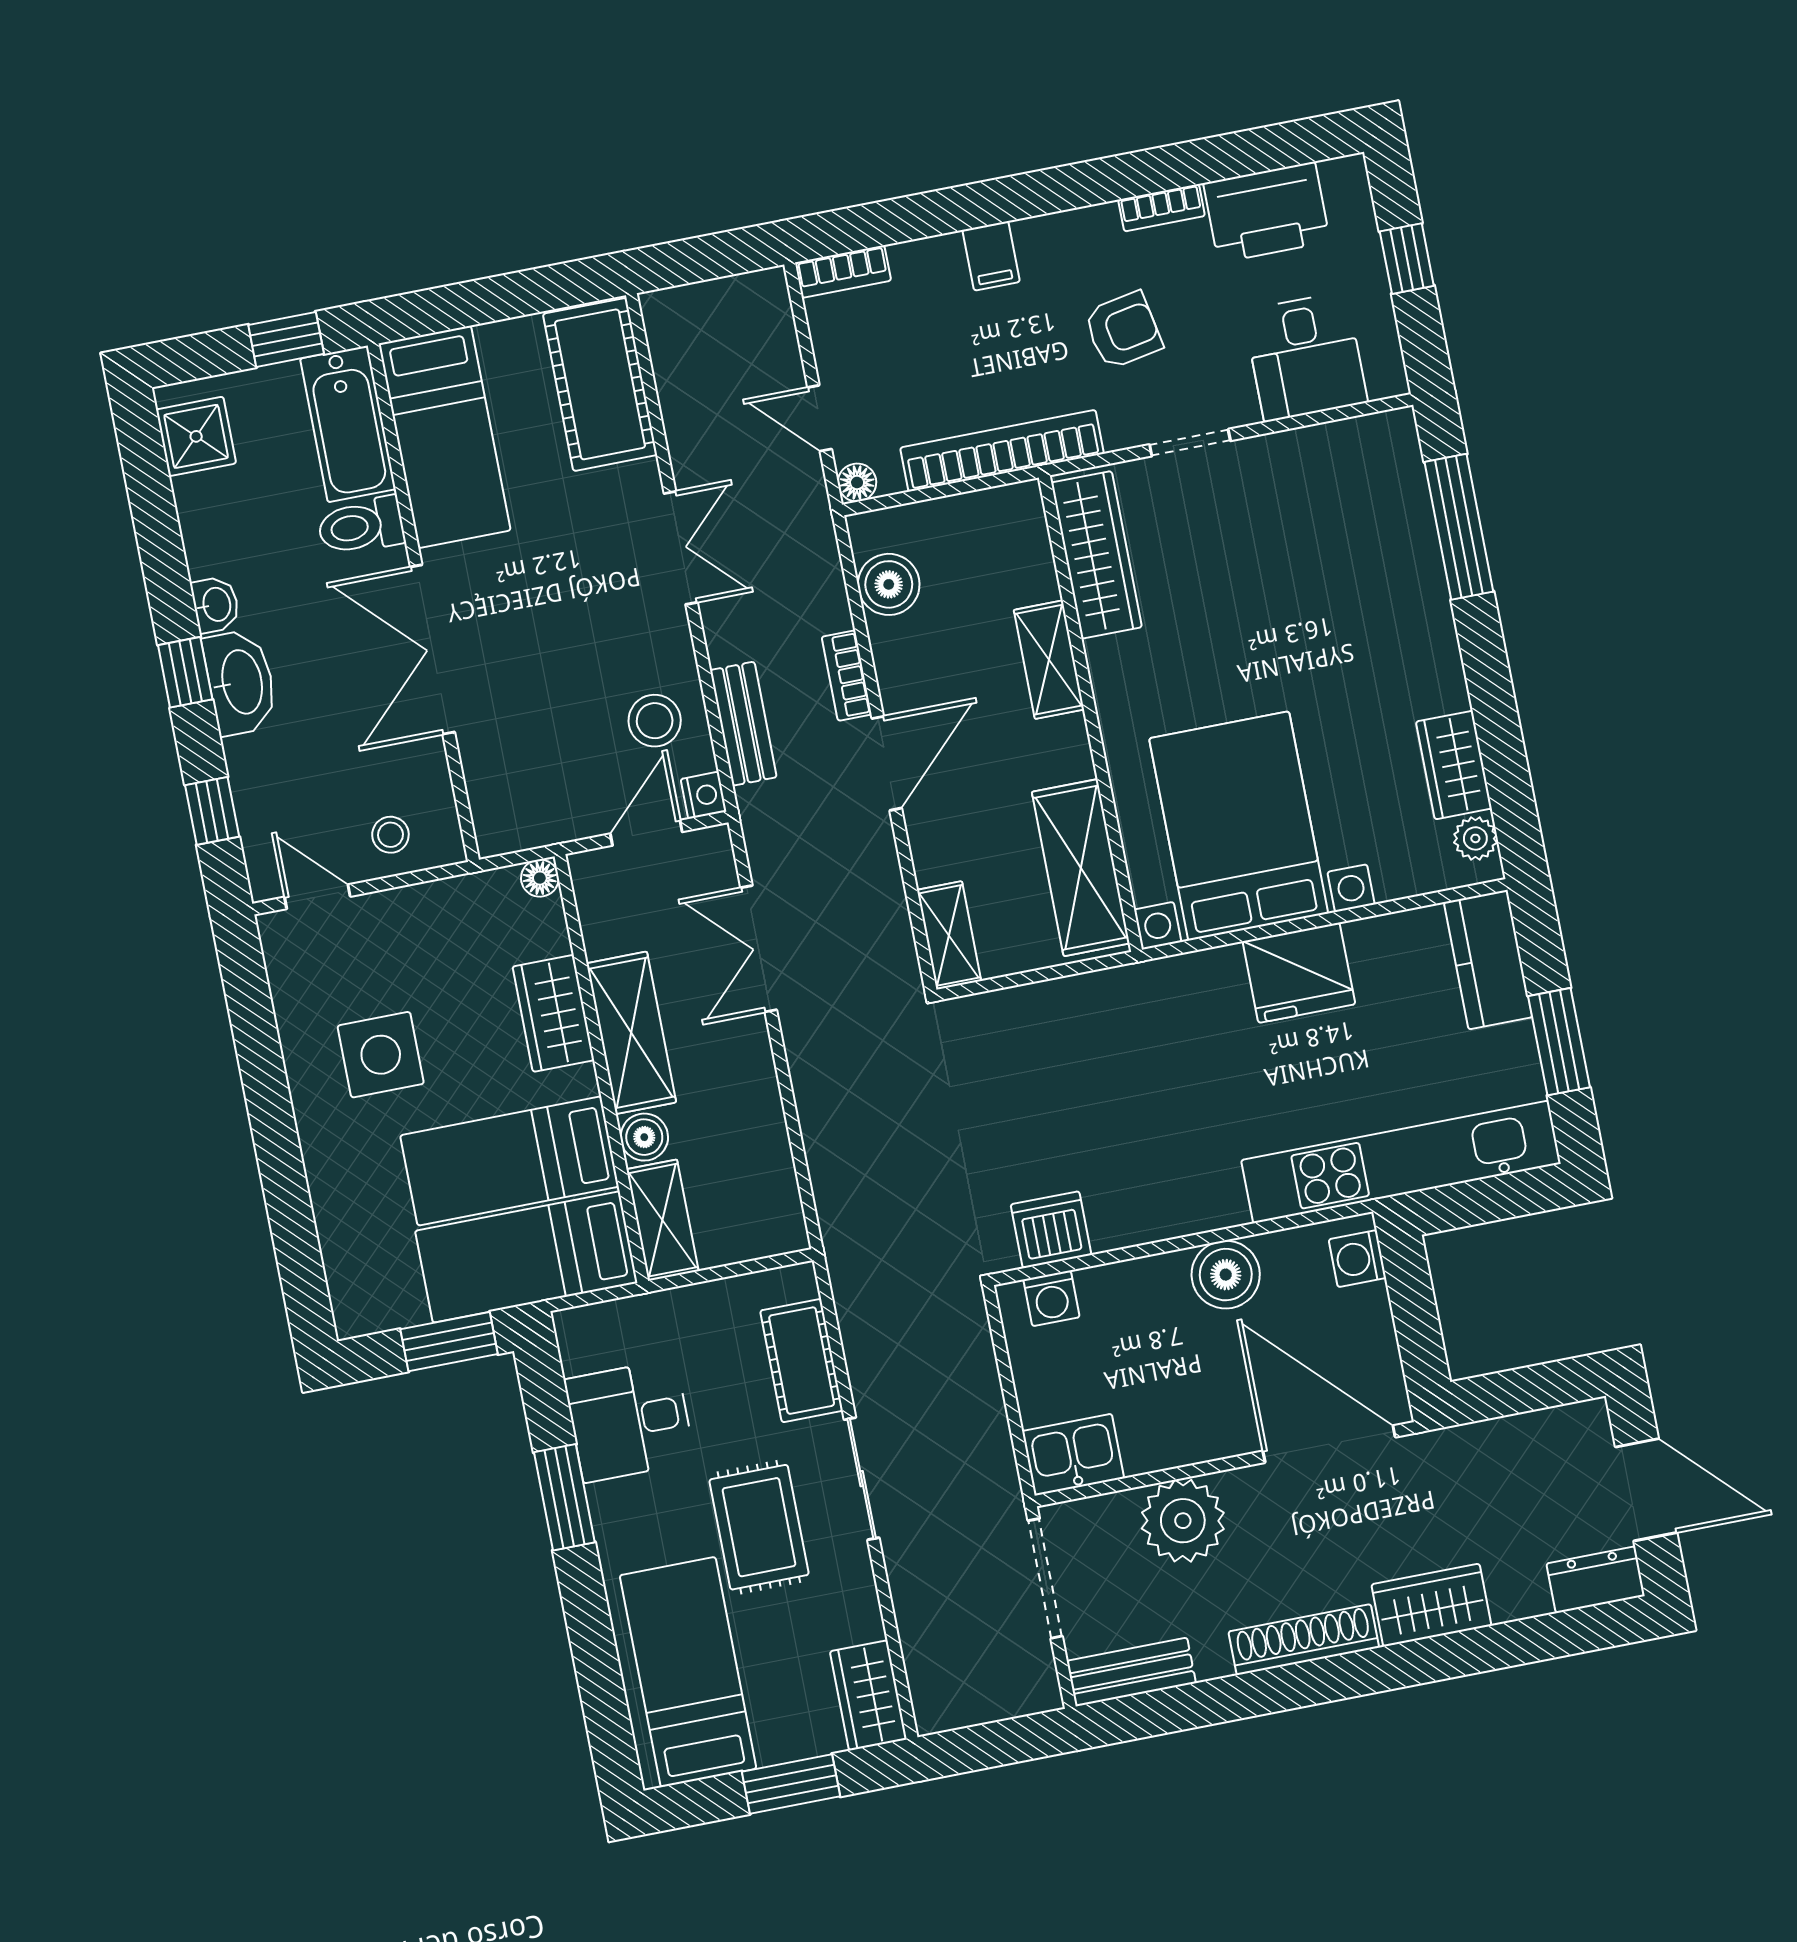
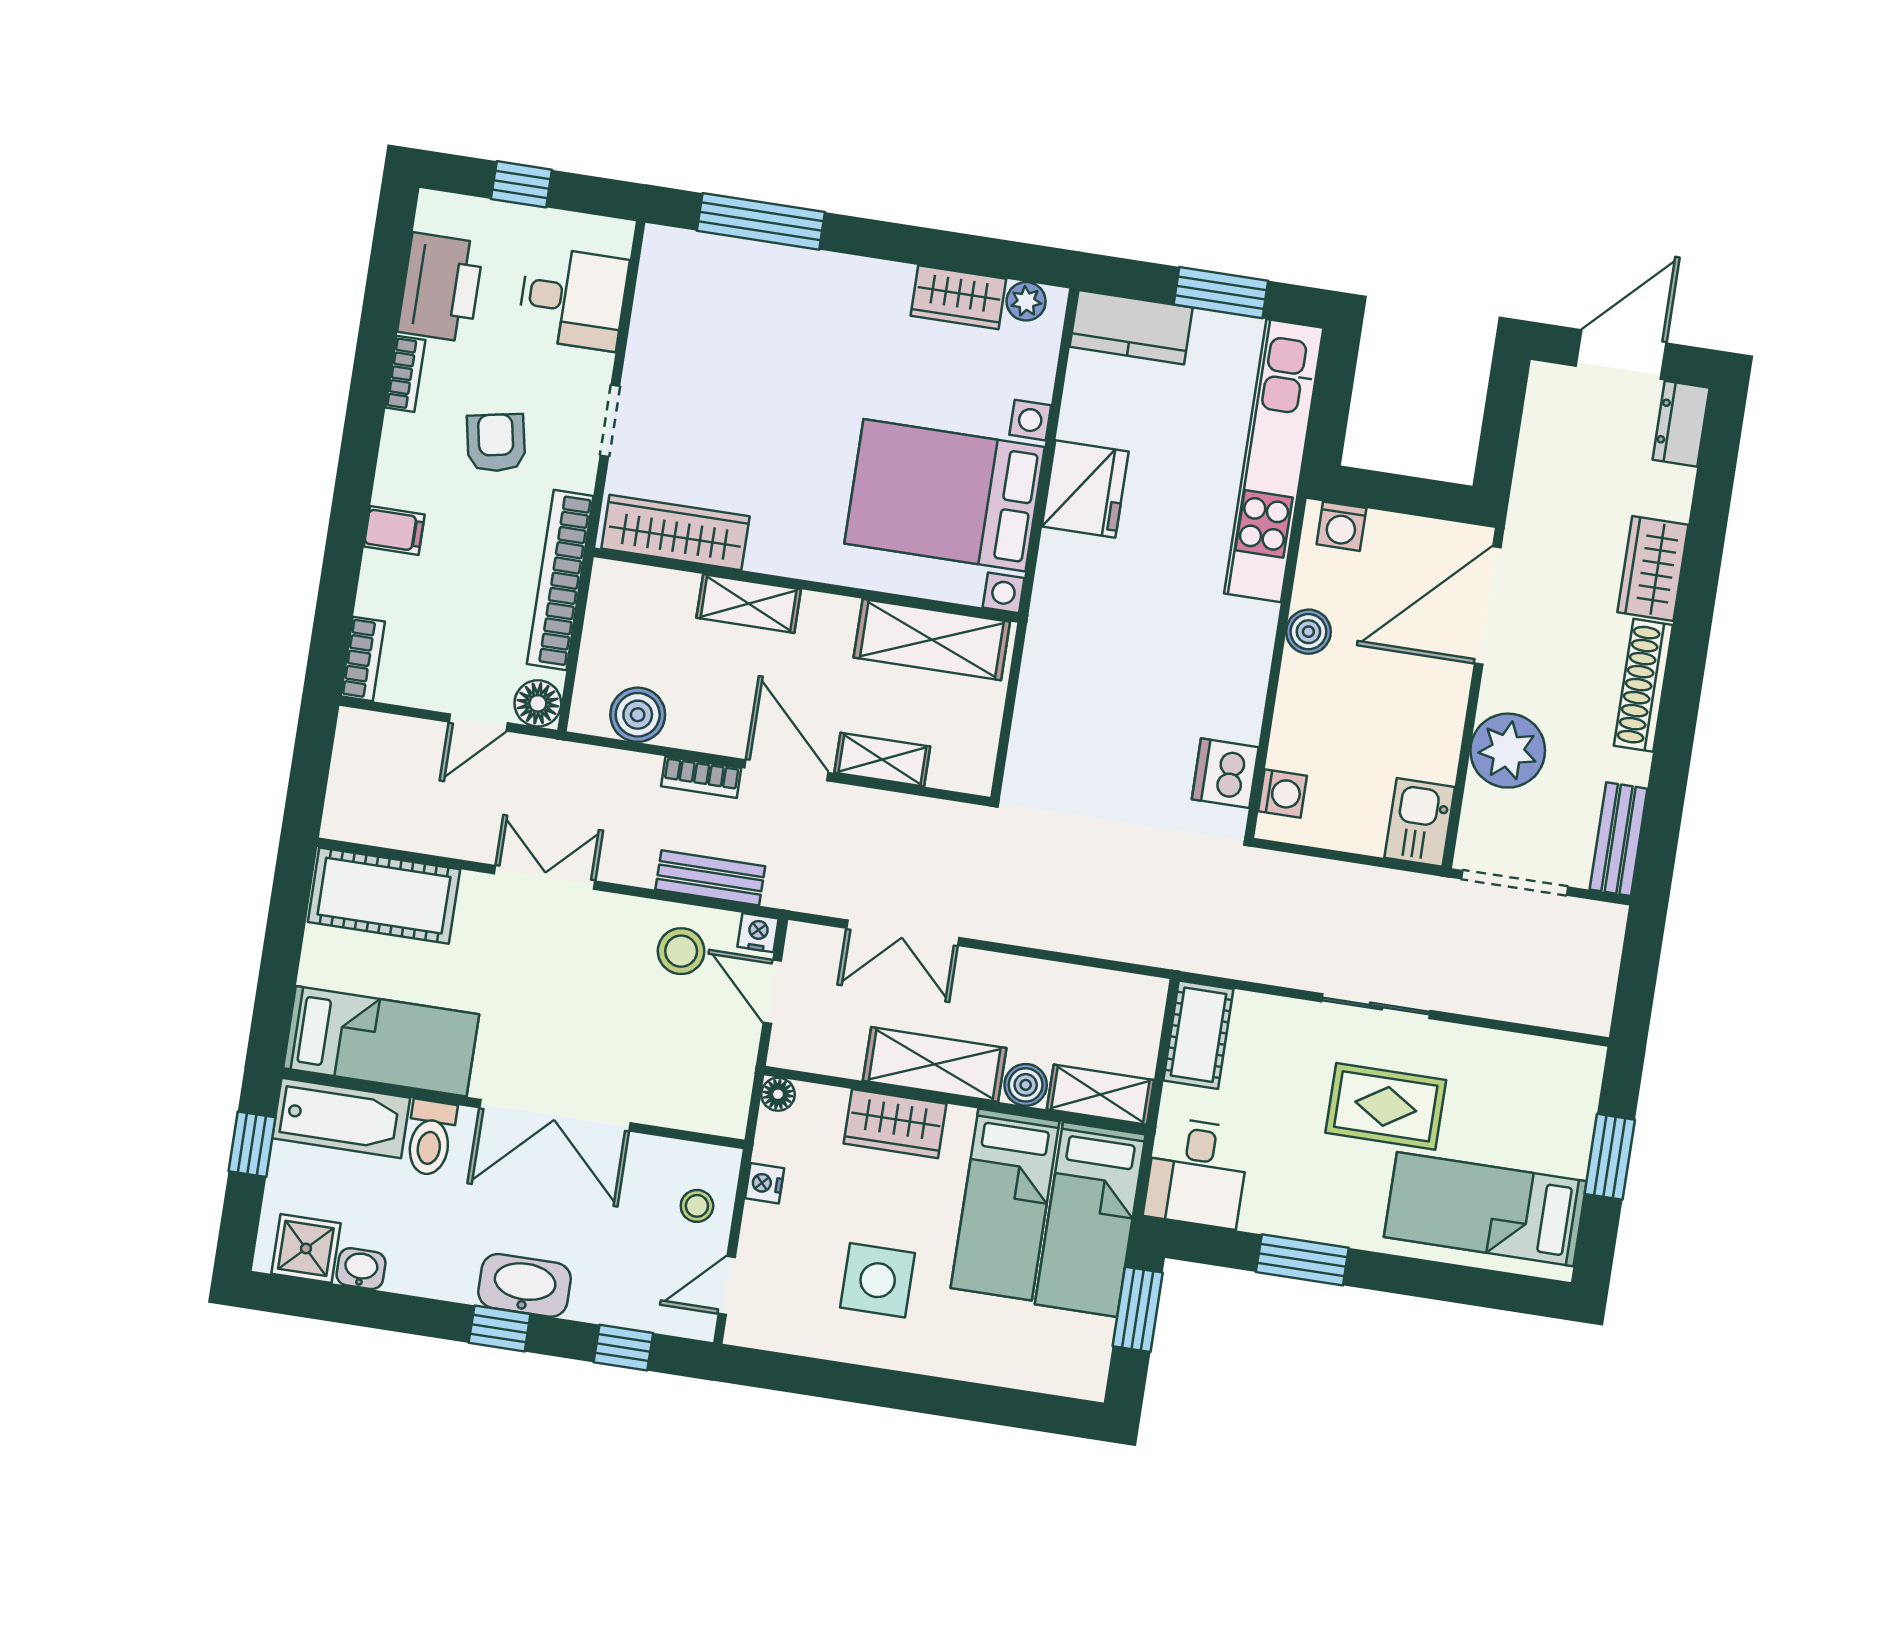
floor lamp: (857, 482) -> (538, 703), width x1.37, depth x1.37
washbasin: (216, 605) -> (361, 1269), moved
nightstand: (440, 898) -> (765, 1183), added
shelving: (949, 935) -> (882, 760), moved
boiler: (1226, 1275) -> (1308, 632), width x0.73, depth x0.73
cot: (802, 1361) -> (1198, 1035), moved, turned 90
desk: (630, 1421) -> (1197, 1173), moved
wardrobe: (868, 1695) -> (1559, 1066), removed

